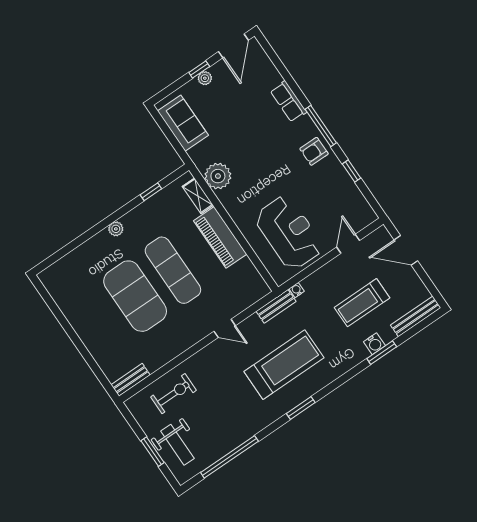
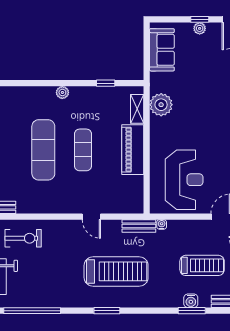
exercise mat: (173, 270) -> (83, 150), width x0.73, depth x0.69
exercise mat: (135, 296) -> (43, 150), width x0.68
treadmill: (362, 303) -> (202, 265), turned 180

